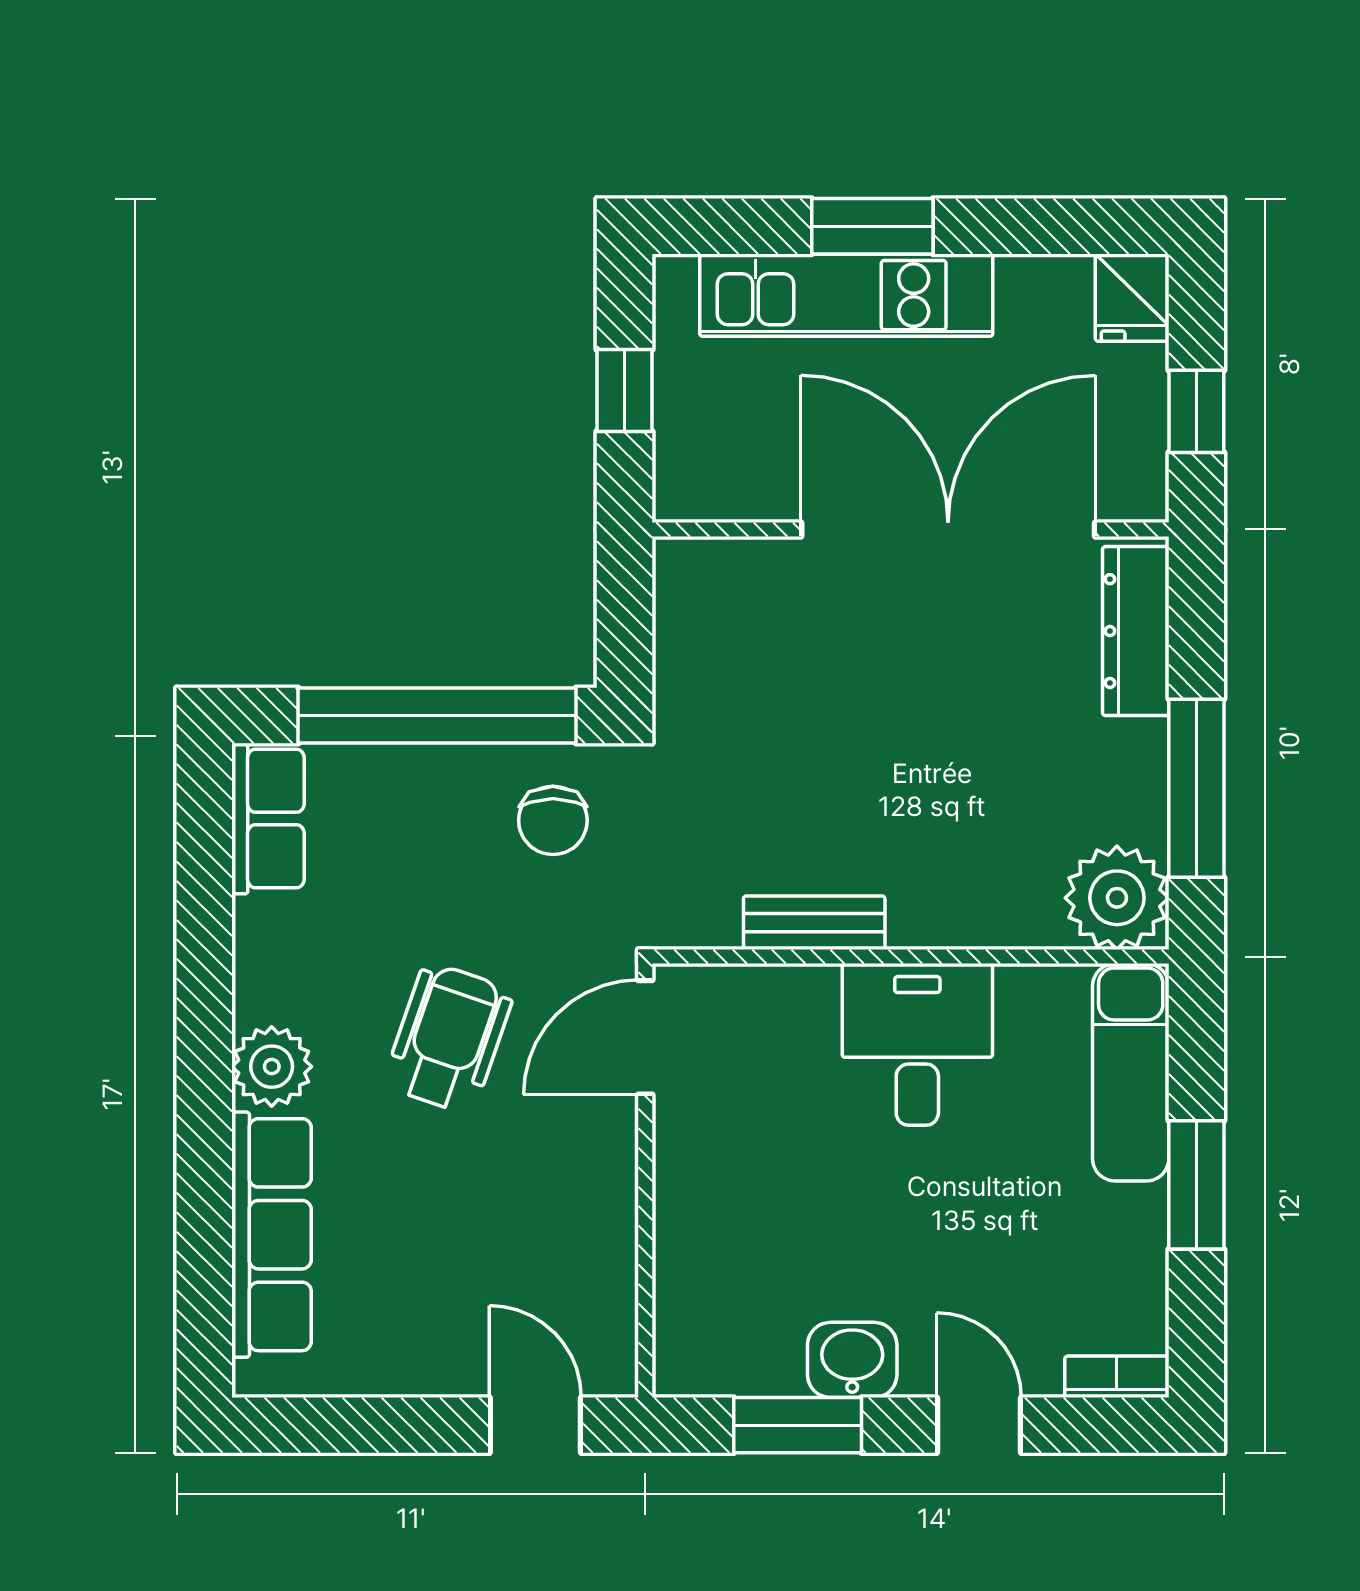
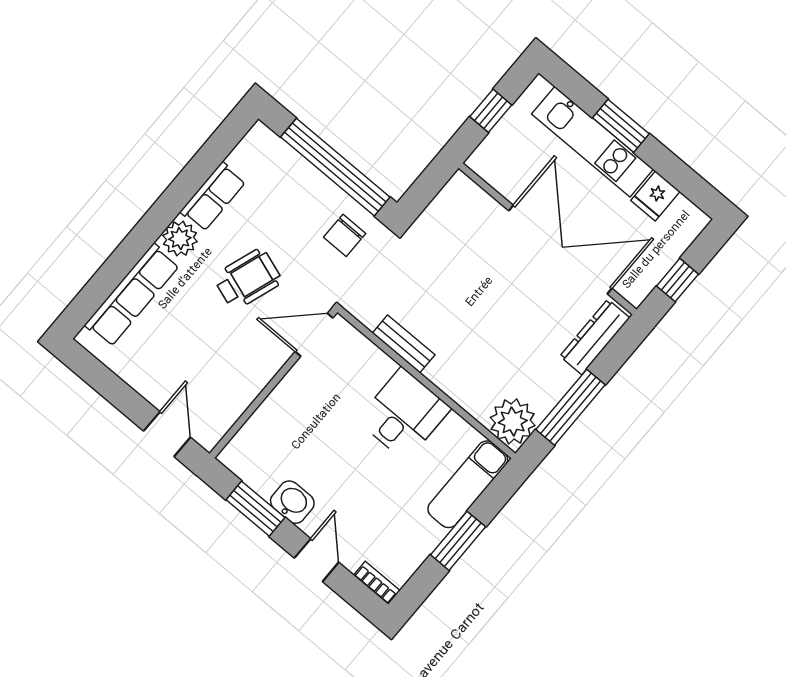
fridge: (1132, 298) -> (655, 196), moved
row of seats: (268, 818) -> (213, 197), moved

